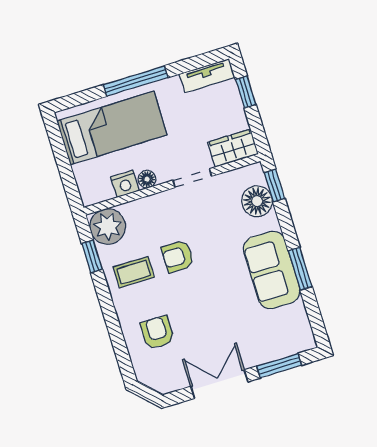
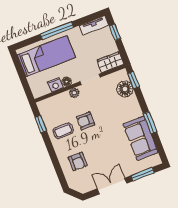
plant: (108, 227) -> (74, 93), moved, width x0.53, depth x0.53
sofa: (272, 270) -> (141, 138), moved
armchair: (157, 333) -> (78, 161), turned 180

